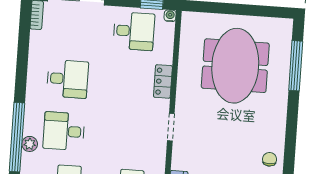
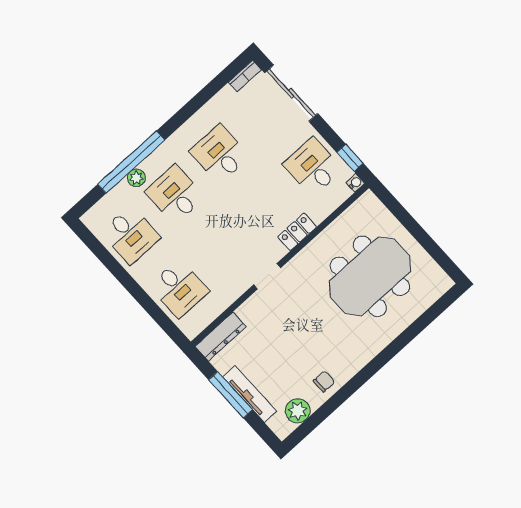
desk: (134, 31) -> (313, 167), turned 180
window: (296, 66) -> (420, 324), removed
desk: (67, 79) -> (220, 154), turned 180

